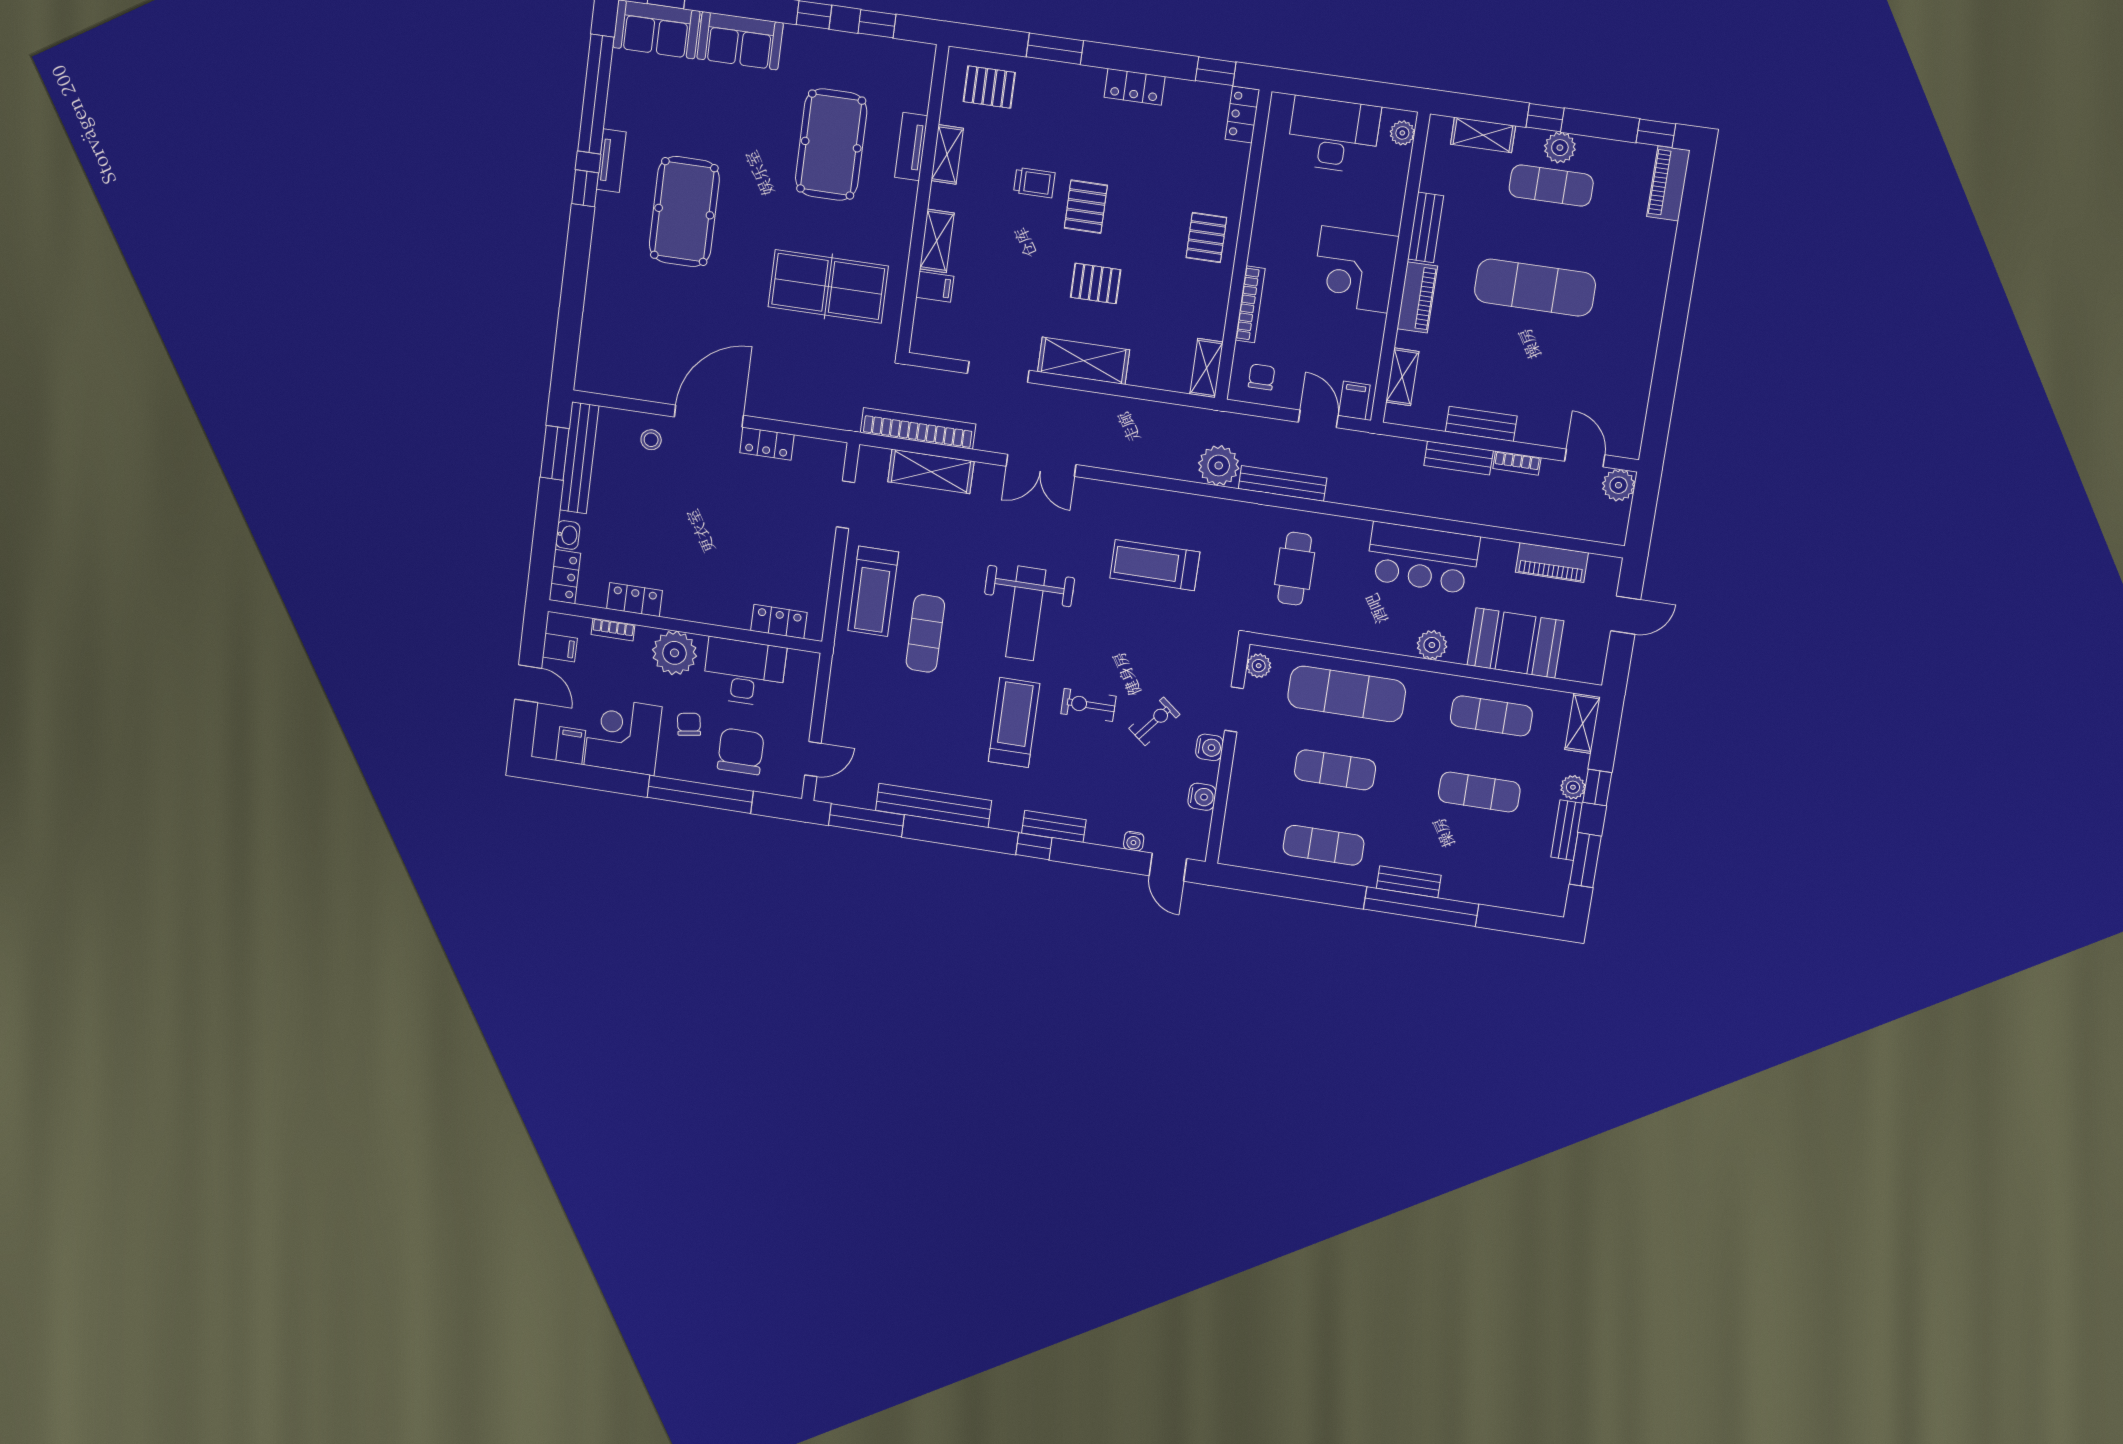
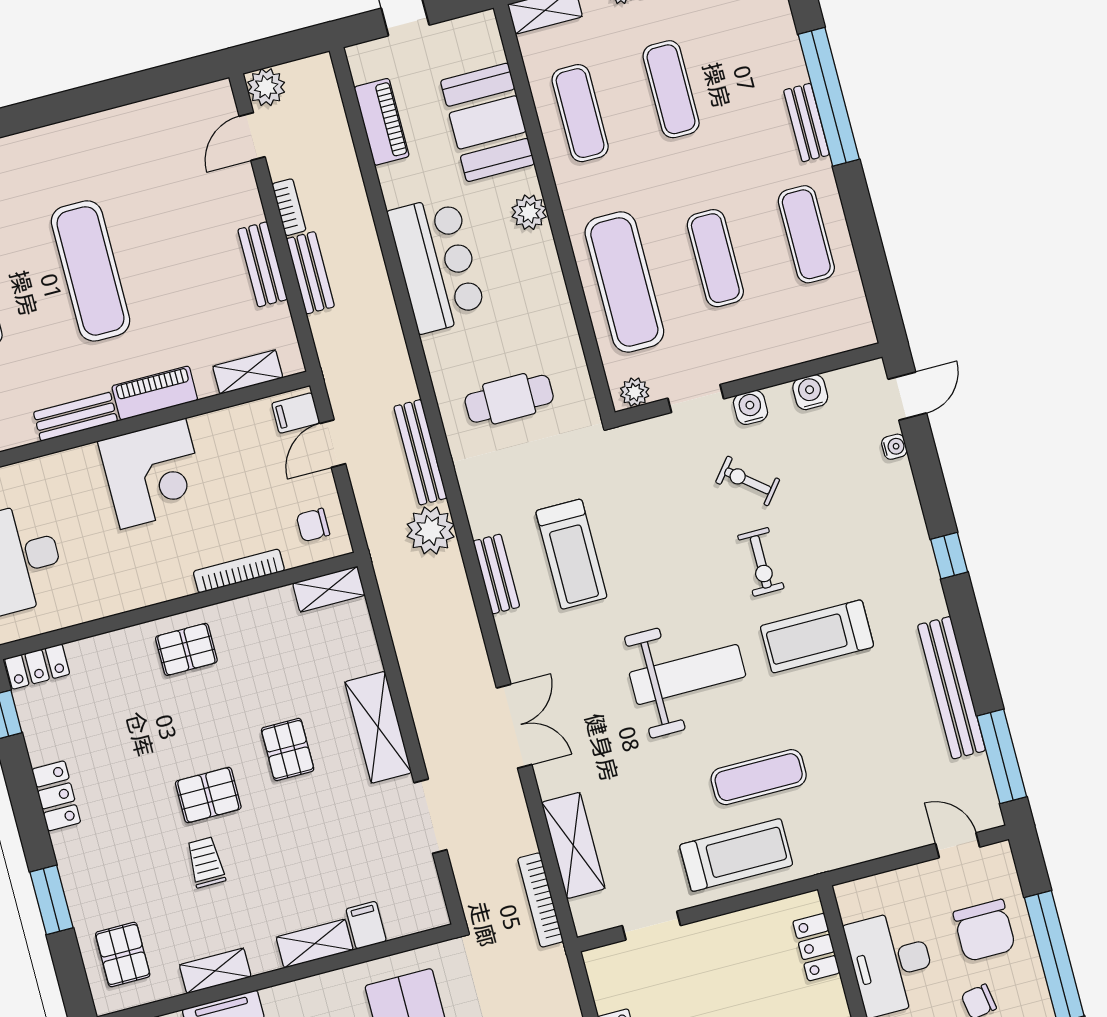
bookcase: (918, 428) -> (540, 900), width x0.68, depth x0.76
chair: (741, 751) -> (984, 931), turned -90
bench: (1054, 826) -> (496, 574), moved

